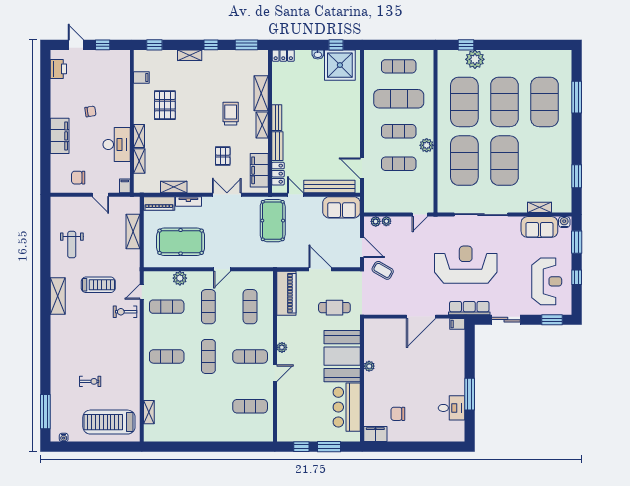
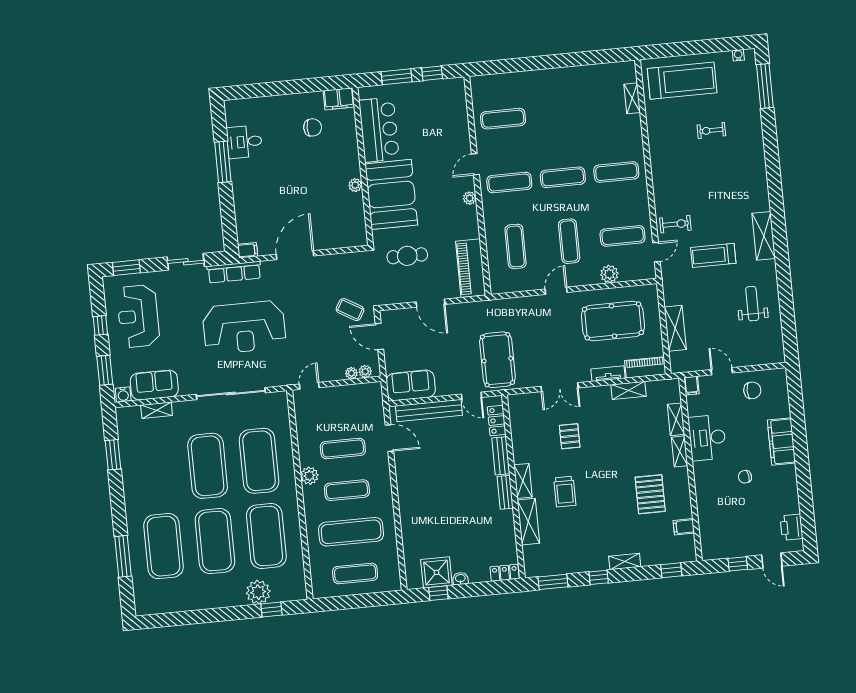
shower: (340, 65) -> (436, 572), width x0.73, depth x0.73
filing cabinet: (259, 170) -> (521, 423), removed
exercise mat: (208, 356) -> (563, 177), turned 90

